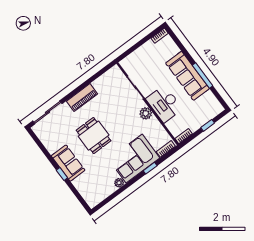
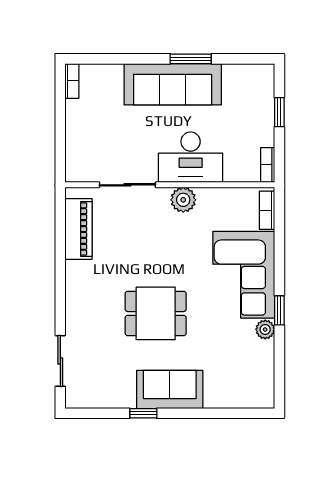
window: (203, 75) -> (191, 59), width x0.69
piano: (82, 98) -> (78, 229), moved
sliding door: (47, 112) -> (60, 361), width x0.73
window: (150, 168) -> (279, 310), moved
window: (62, 174) -> (143, 413), moved

